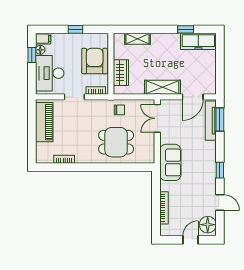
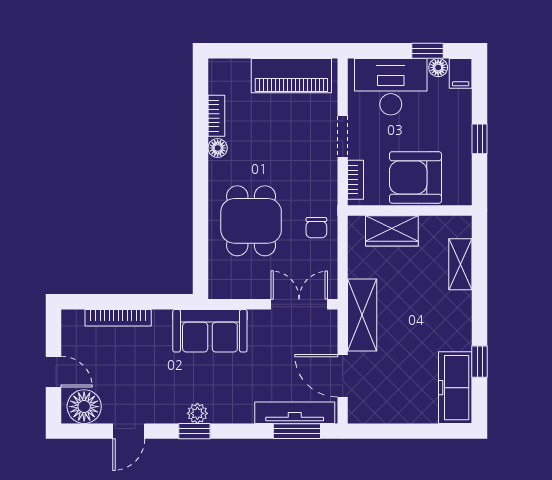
armchair: (95, 61) -> (415, 177), turned 180
floor lamp: (80, 159) -> (218, 148), added
plant: (211, 169) -> (197, 413), added

